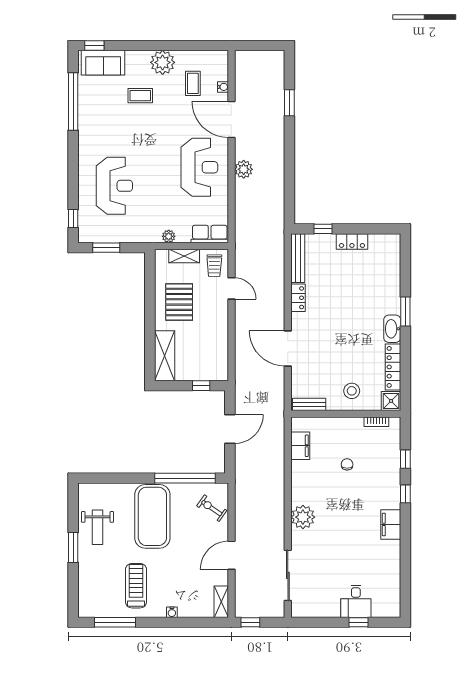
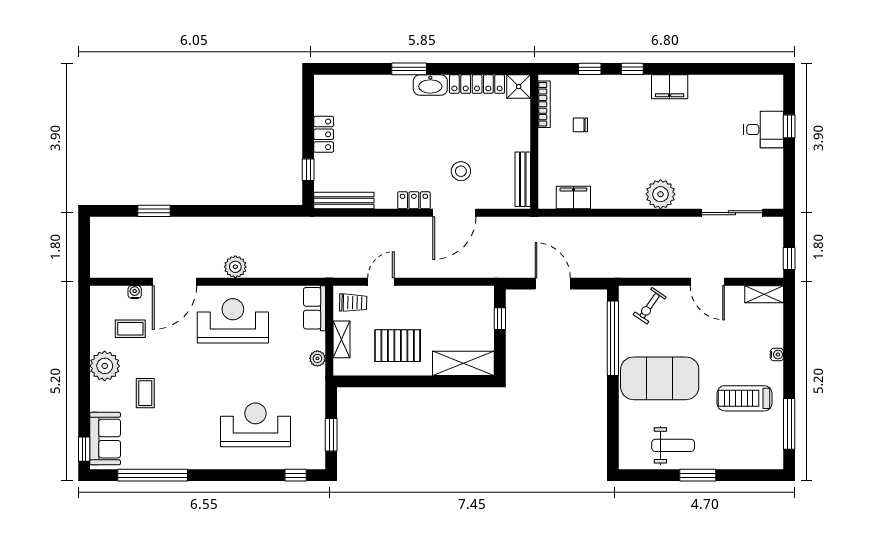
locker: (298, 298) -> (414, 200), moved
stool: (352, 391) -> (461, 171), moved
bench: (309, 404) -> (523, 179), width x1.36
bookcase: (376, 422) -> (544, 104), width x1.56
chair: (347, 464) -> (580, 125), moved

